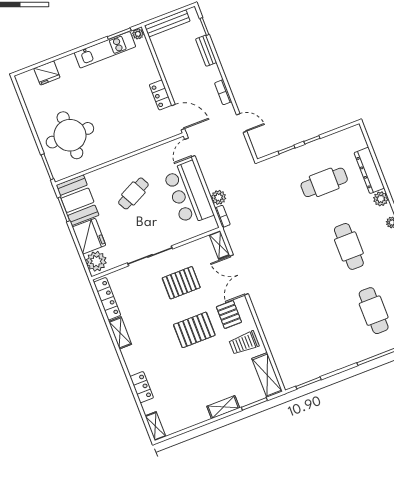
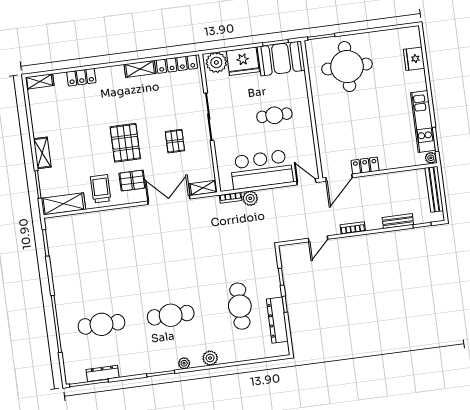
dresser: (369, 170) -> (277, 320), moved, turned -90
cafe table: (133, 193) -> (274, 115), turned -63
pallet: (181, 283) -> (175, 141), width x0.67, depth x0.71

